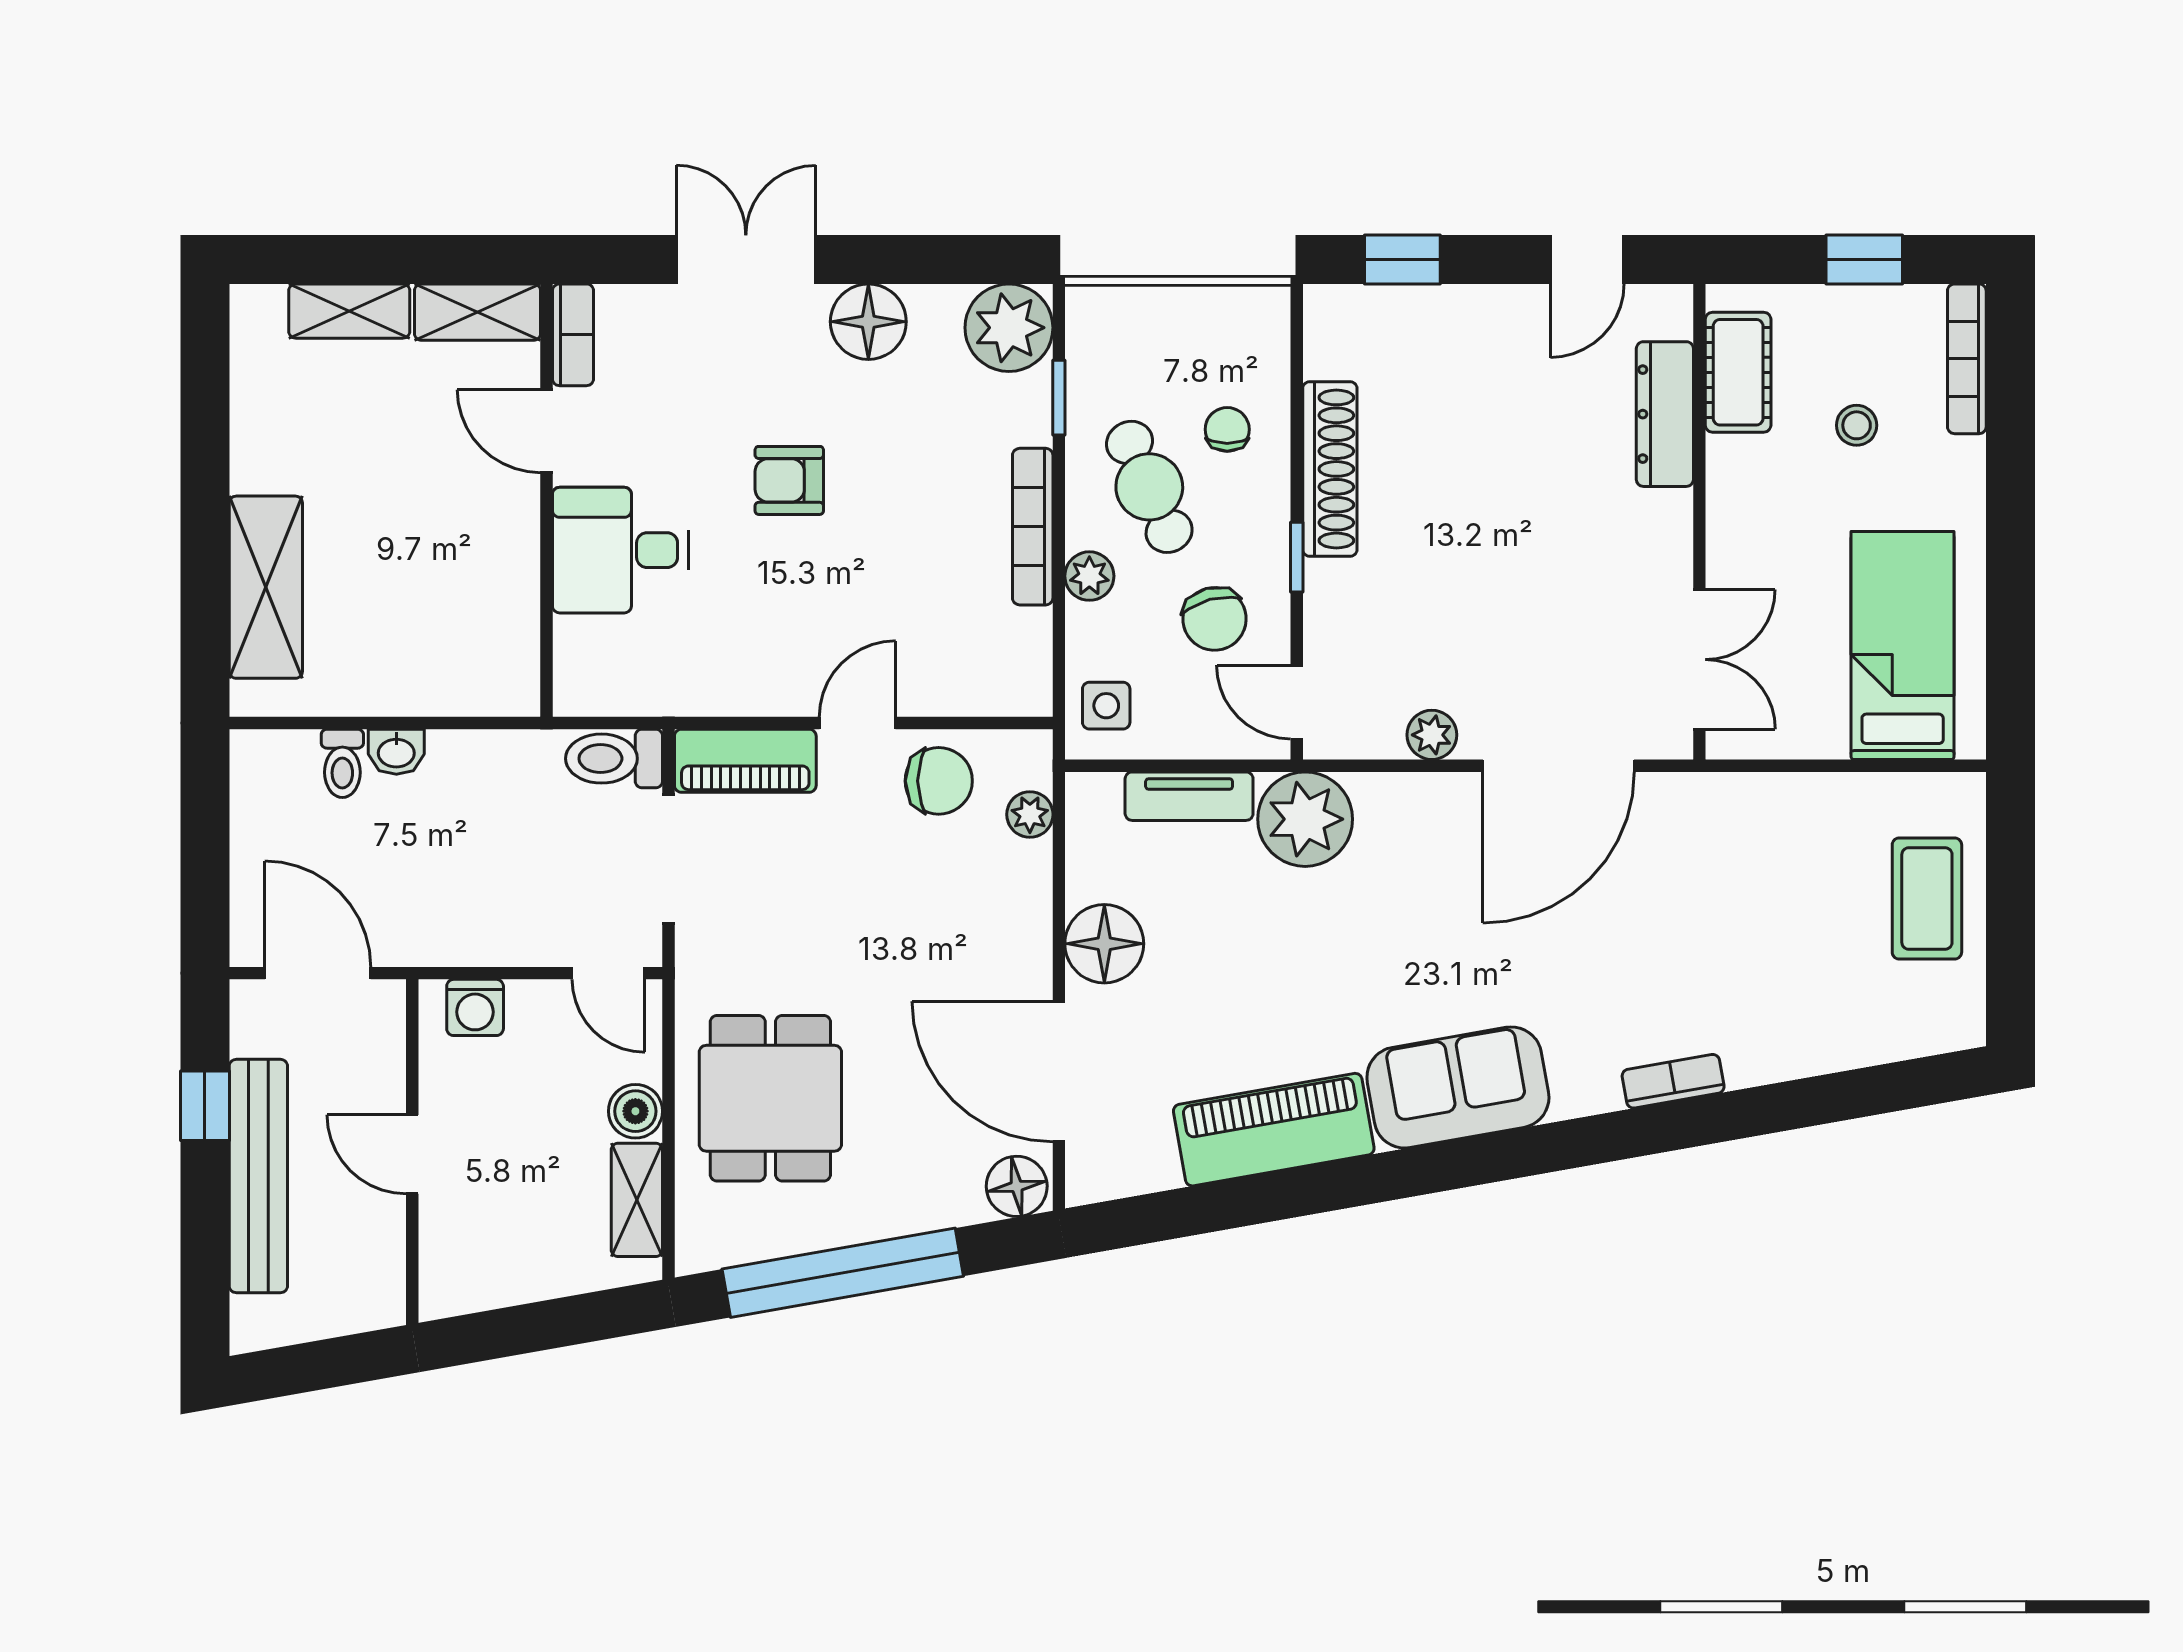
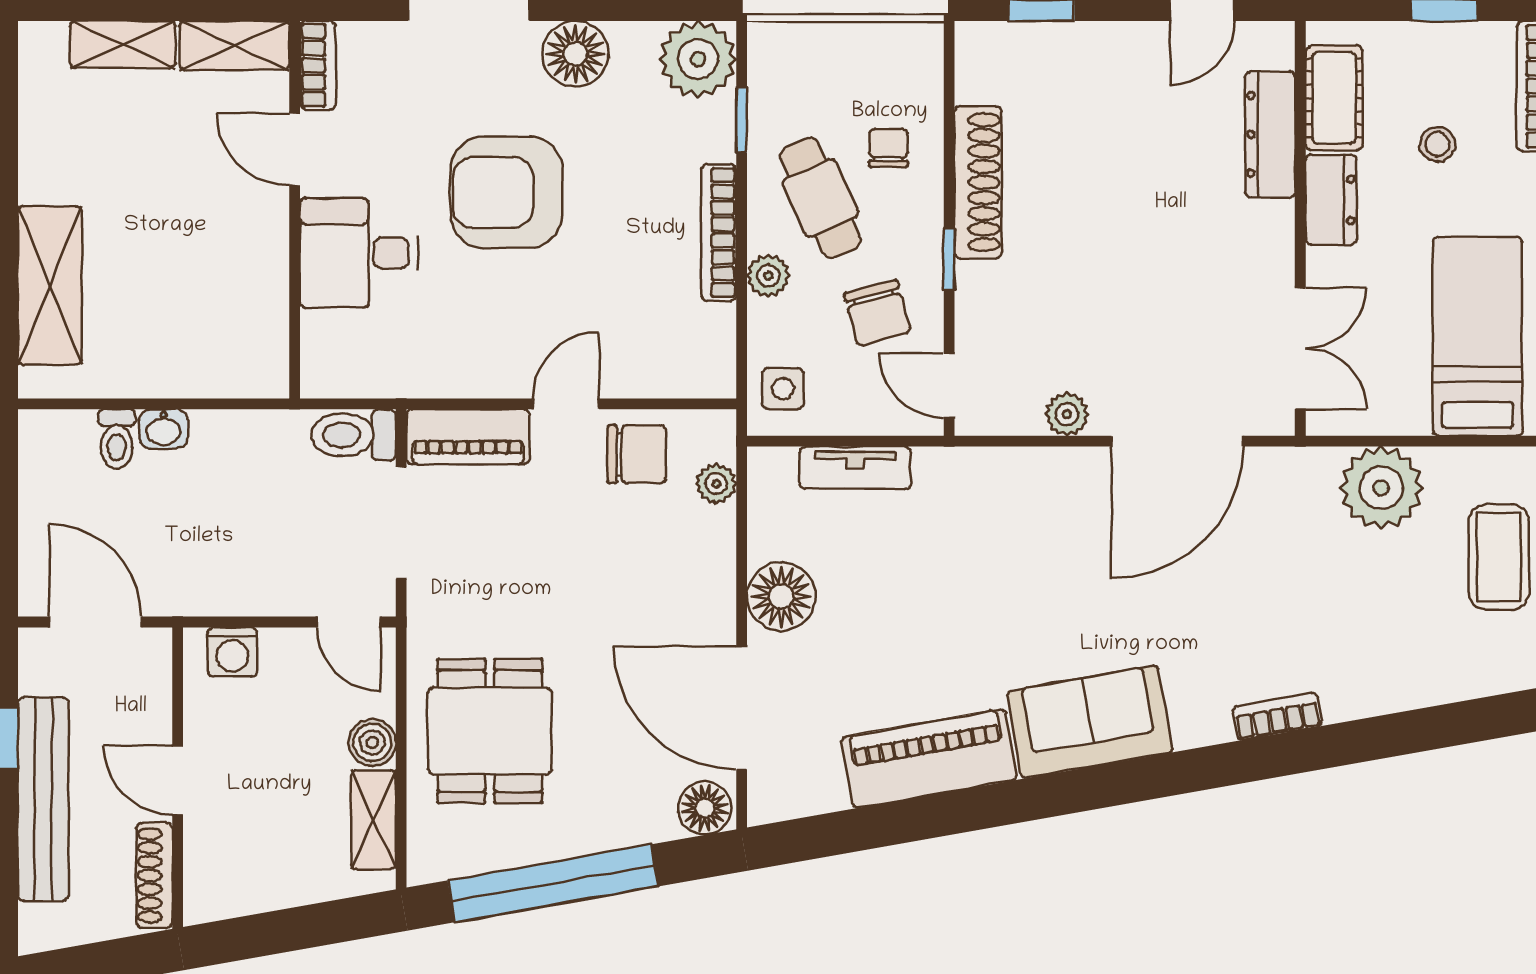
armchair: (789, 480) -> (506, 192), width x1.88, depth x1.88
dresser: (1735, 489) -> (1331, 200), added
plant: (1305, 819) -> (1381, 488), moved
shoe rack: (386, 1264) -> (154, 875), added

